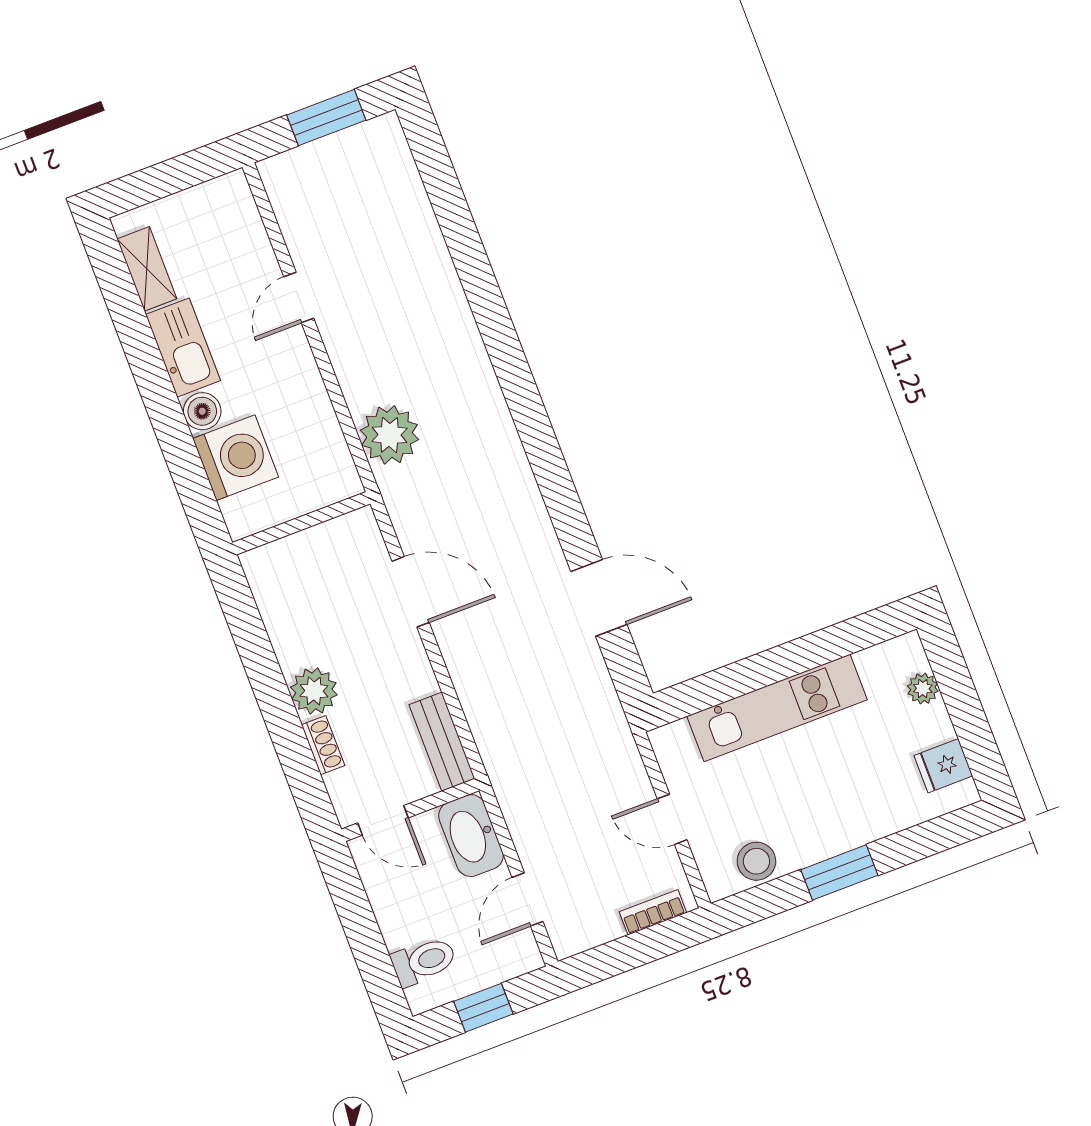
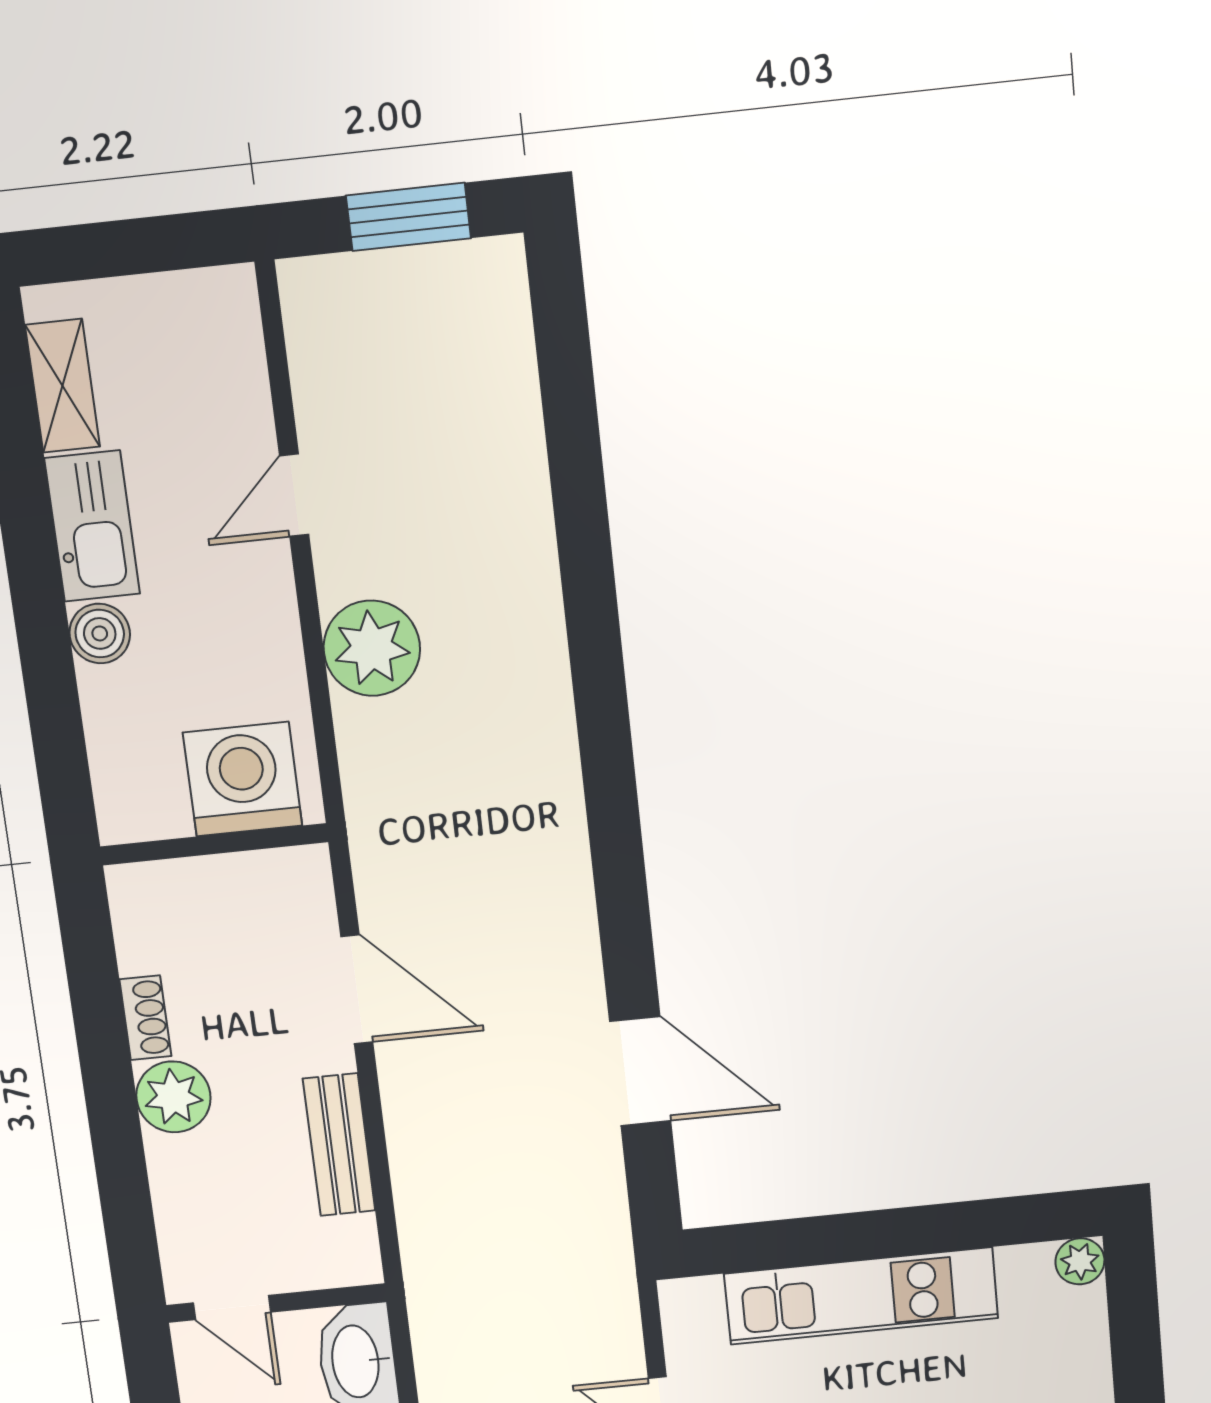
plant: (390, 435) -> (372, 648), moved
washing machine: (236, 458) -> (243, 779), moved, turned -90
plant: (923, 689) -> (1080, 1261), moved
bench: (442, 742) -> (339, 1145), moved
shoe rack: (323, 745) -> (145, 1018), moved

